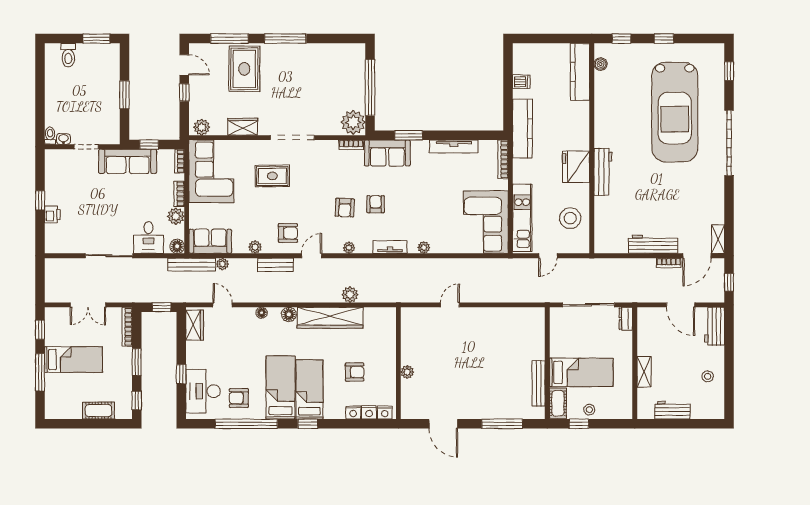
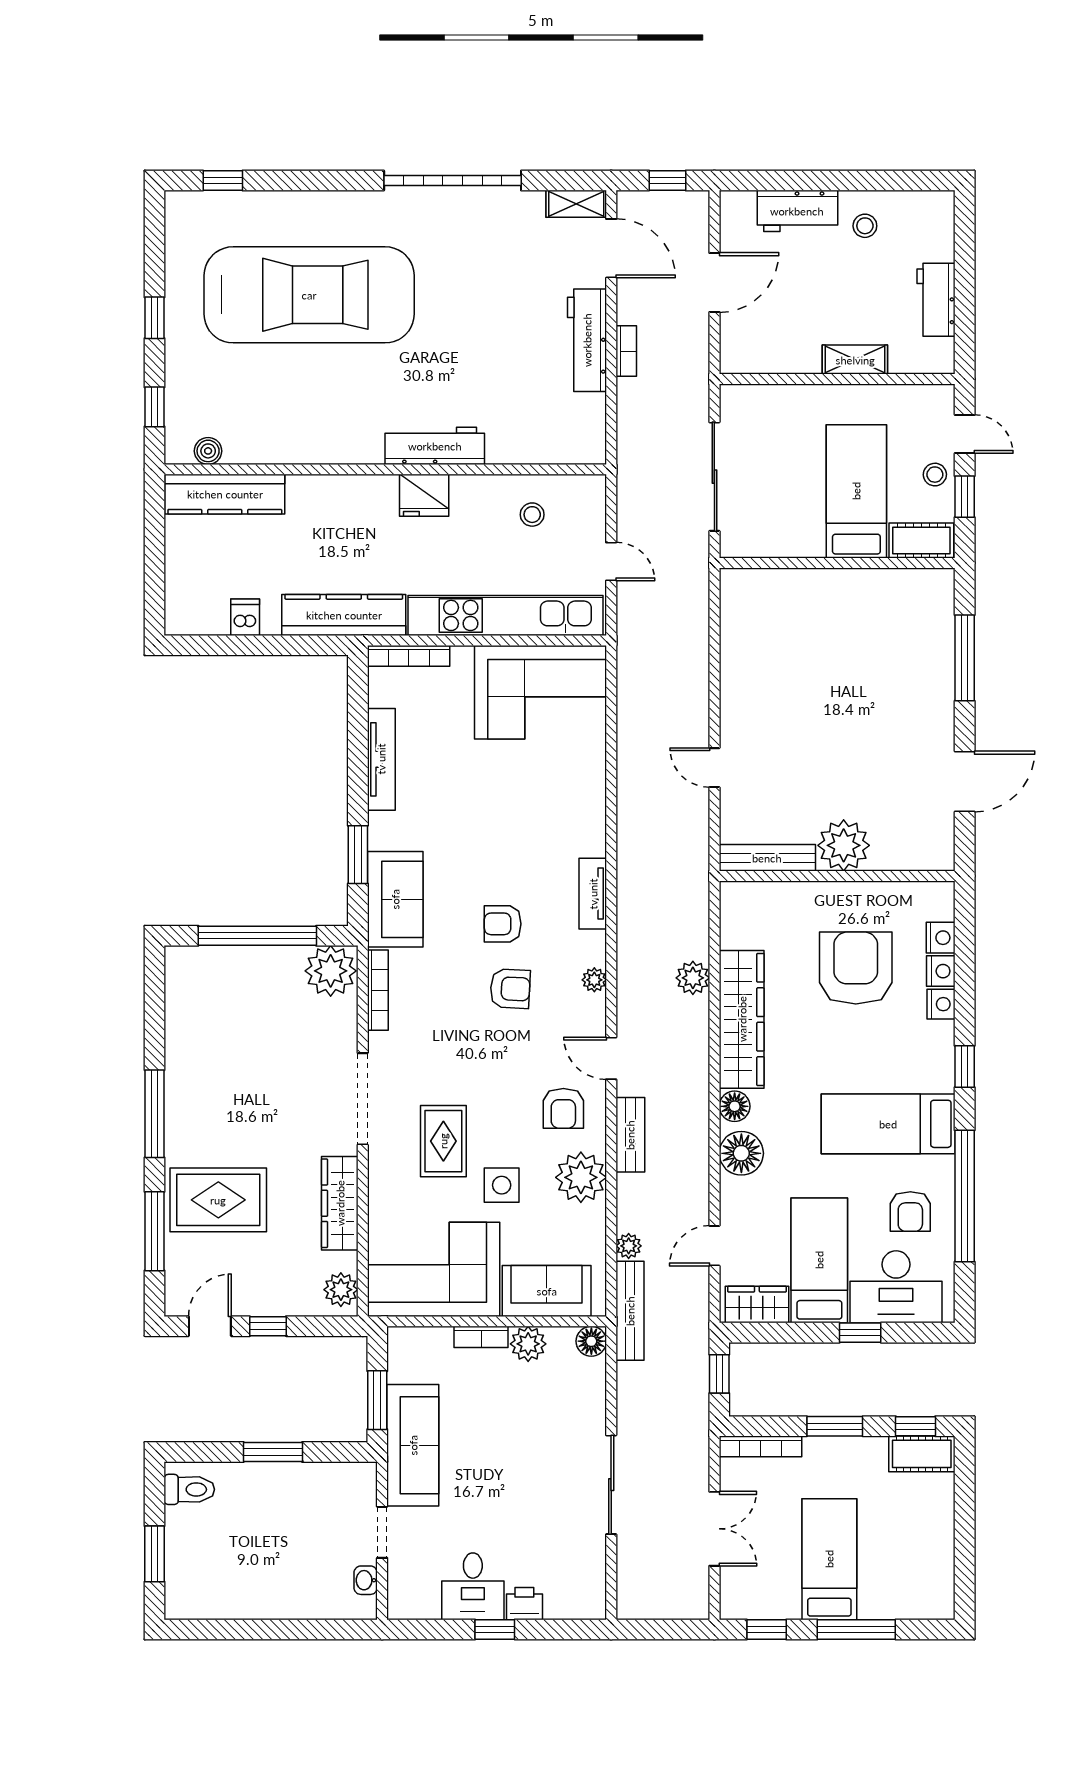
window: (96, 39) -> (155, 1554), moved
toilet: (68, 55) -> (189, 1489), moved
wardrobe: (243, 127) -> (340, 1203), width x1.50
toilet: (50, 136) -> (359, 1608), removed
garage door: (729, 143) -> (453, 181), moved
window: (149, 144) -> (377, 1400), width x1.50
bookcase: (351, 145) -> (378, 990), width x1.56
bookcase: (179, 161) -> (412, 1336), removed
fridge: (576, 167) -> (424, 495), width x0.73, depth x0.75
side table: (251, 204) -> (502, 1185), added
kitchen unit: (522, 218) -> (506, 615), width x1.36
stool: (570, 218) -> (532, 515), width x0.53, depth x0.53
armchair: (288, 233) -> (563, 1108), turned 180
desk: (149, 237) -> (473, 1586), moved, turned 90
sofa: (210, 241) -> (547, 1291), moved, turned 90
plant: (255, 247) -> (581, 1177), width x1.87, depth x1.87
plant: (424, 247) -> (594, 822), removed
bookcase: (669, 263) -> (626, 351), moved
floor lamp: (262, 313) -> (741, 1153), width x1.89, depth x1.89
dresser: (626, 319) -> (744, 398), removed
workbench: (715, 326) -> (797, 211), moved
armchair: (355, 372) -> (856, 968), width x1.88, depth x1.88
plant: (407, 372) -> (844, 845), width x1.87, depth x1.87
bench: (539, 383) -> (767, 858), moved
bed: (309, 389) -> (819, 1260), moved, turned 90
cot: (99, 411) -> (922, 1454), moved, turned 90
nightstand: (385, 413) -> (941, 1004), moved
door: (609, 424) -> (965, 434), added

